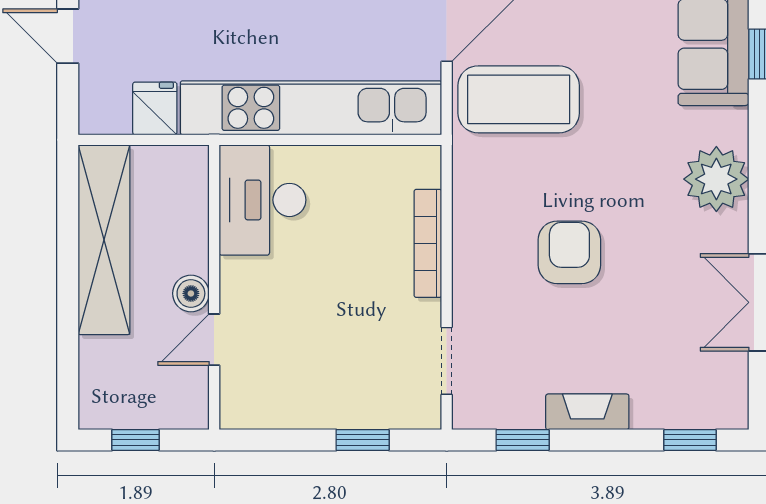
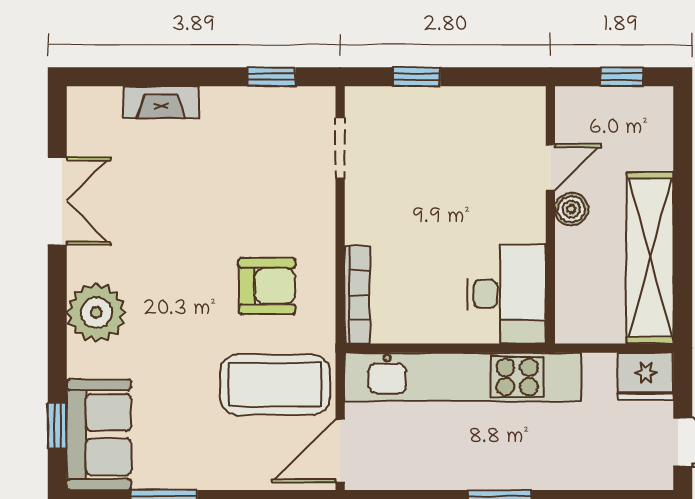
fridge: (155, 108) -> (646, 376), moved, width x1.38
bookcase: (428, 243) -> (357, 295), moved
armchair: (569, 252) -> (267, 286), moved, turned -90
fireplace: (587, 412) -> (161, 102), moved
window: (690, 440) -> (120, 77), removed

